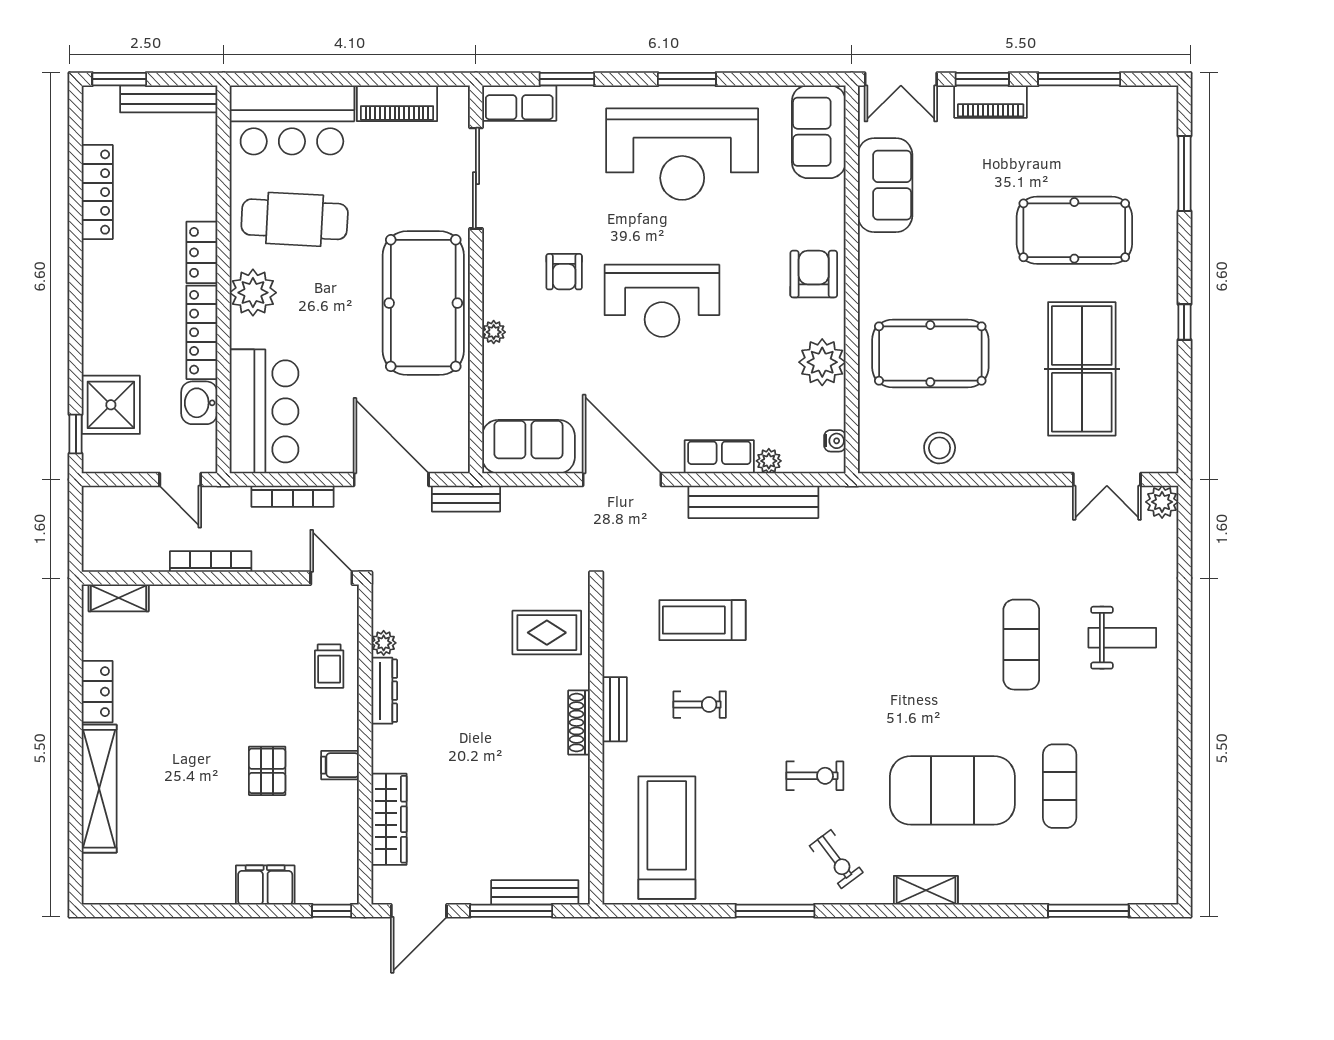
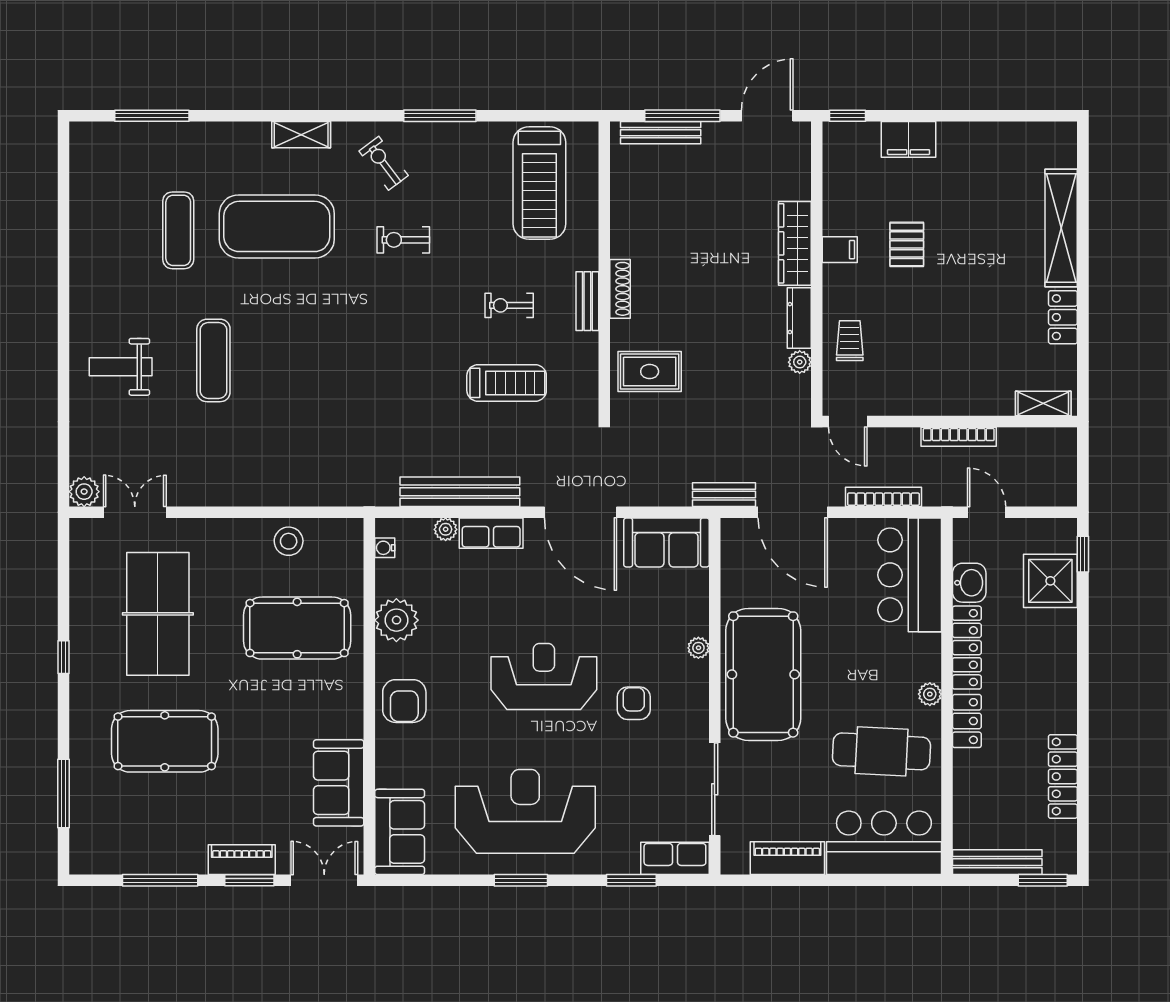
plant: (253, 293) -> (930, 694), width x0.53, depth x0.53
wardrobe: (389, 819) -> (795, 243), moved

